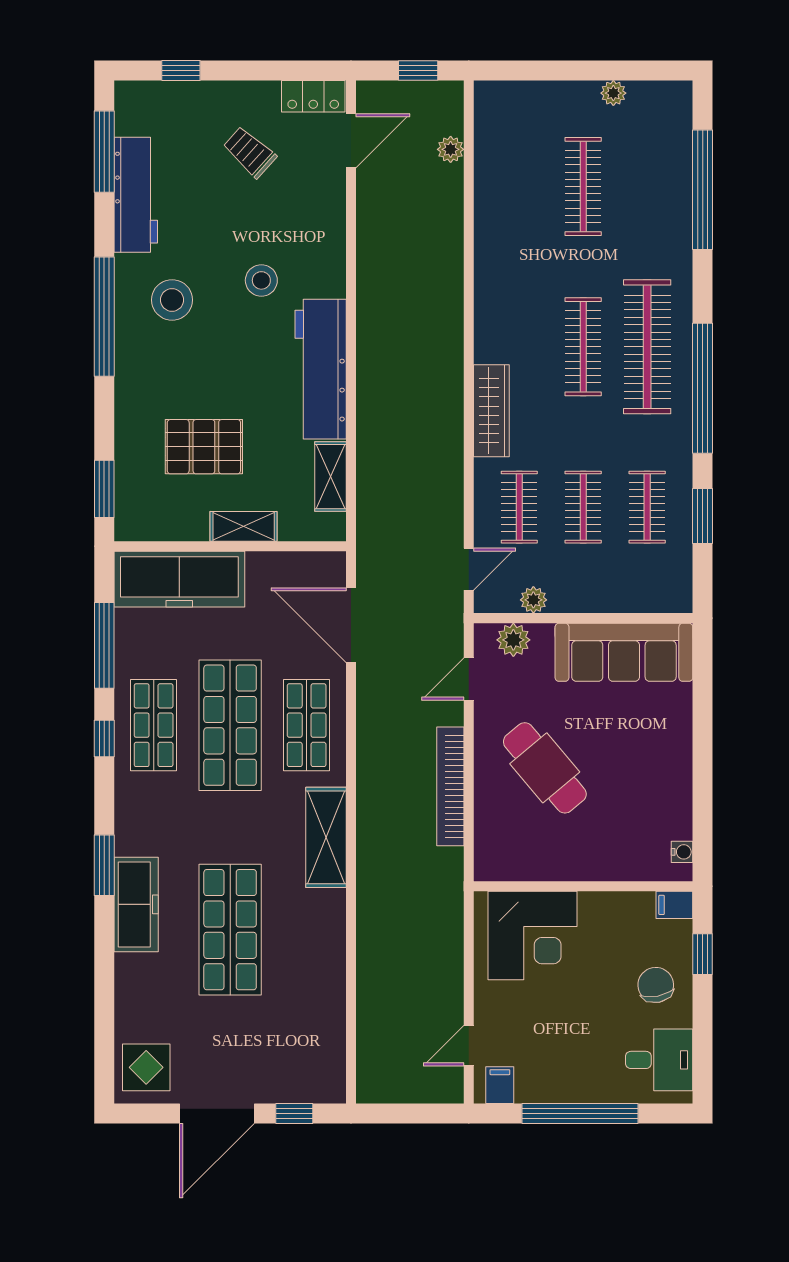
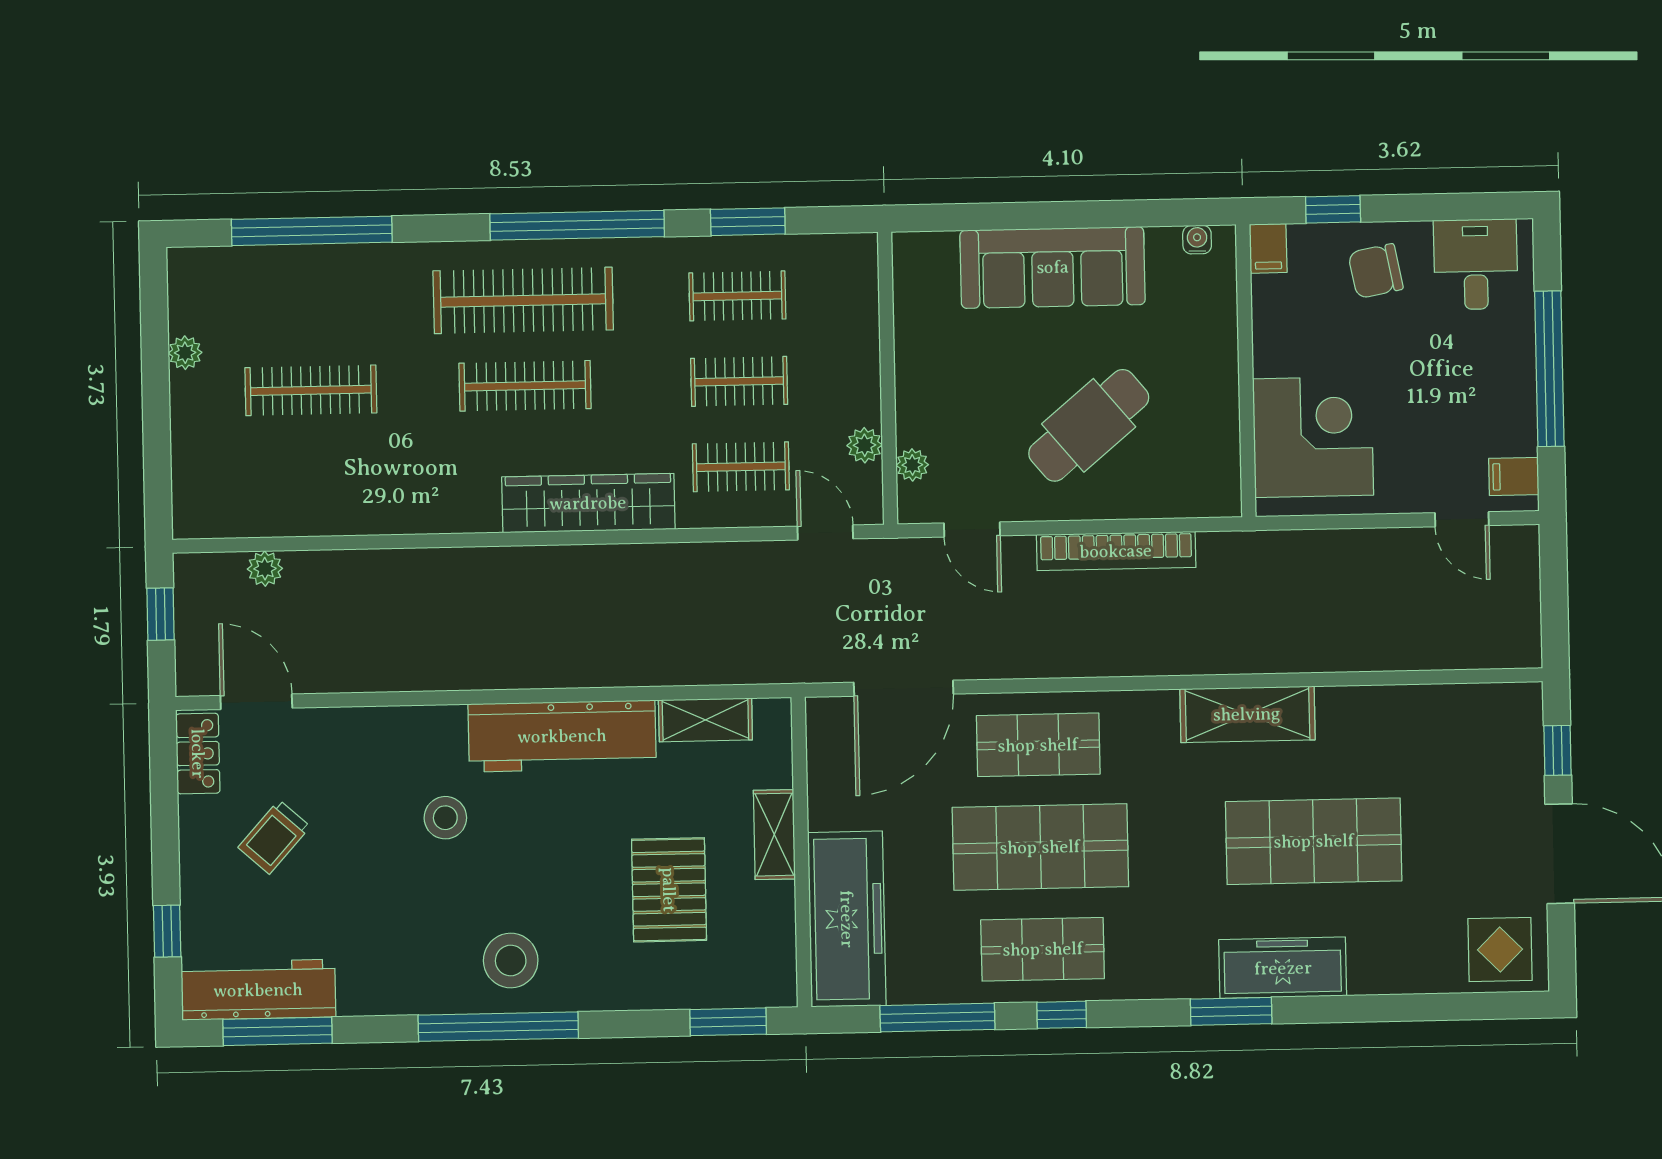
workbench: (136, 195) -> (258, 990), moved
stool: (172, 300) -> (511, 960), moved
wardrobe: (491, 411) -> (588, 503), width x1.40, depth x1.17
plant: (513, 640) -> (912, 465), width x0.73, depth x0.73
sofa: (624, 652) -> (1053, 267), moved, turned 90
shelving: (326, 837) -> (1247, 714), moved

